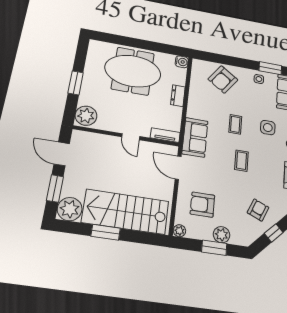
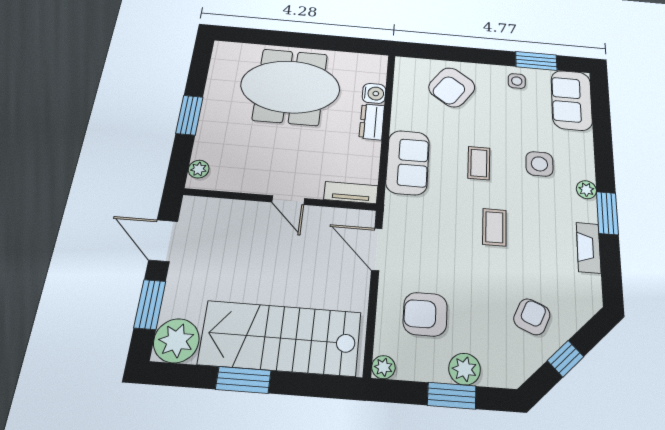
water cooler: (182, 62) -> (374, 93), moved
plant: (86, 116) -> (199, 169), width x0.53, depth x0.53
sofa: (195, 137) -> (408, 162), moved

